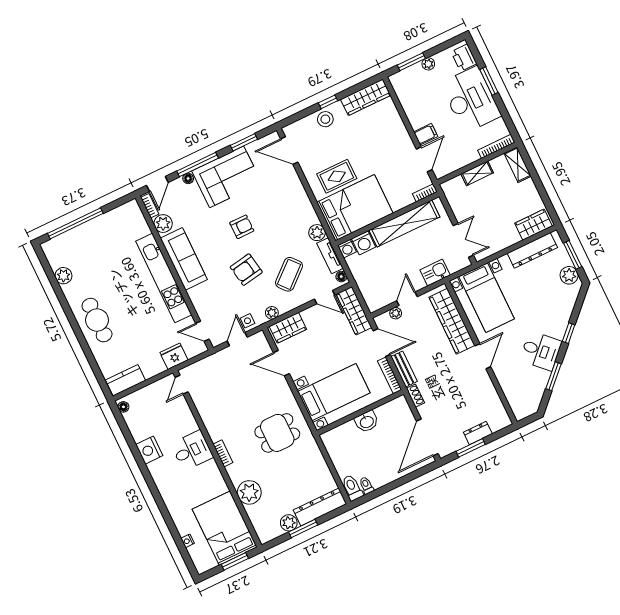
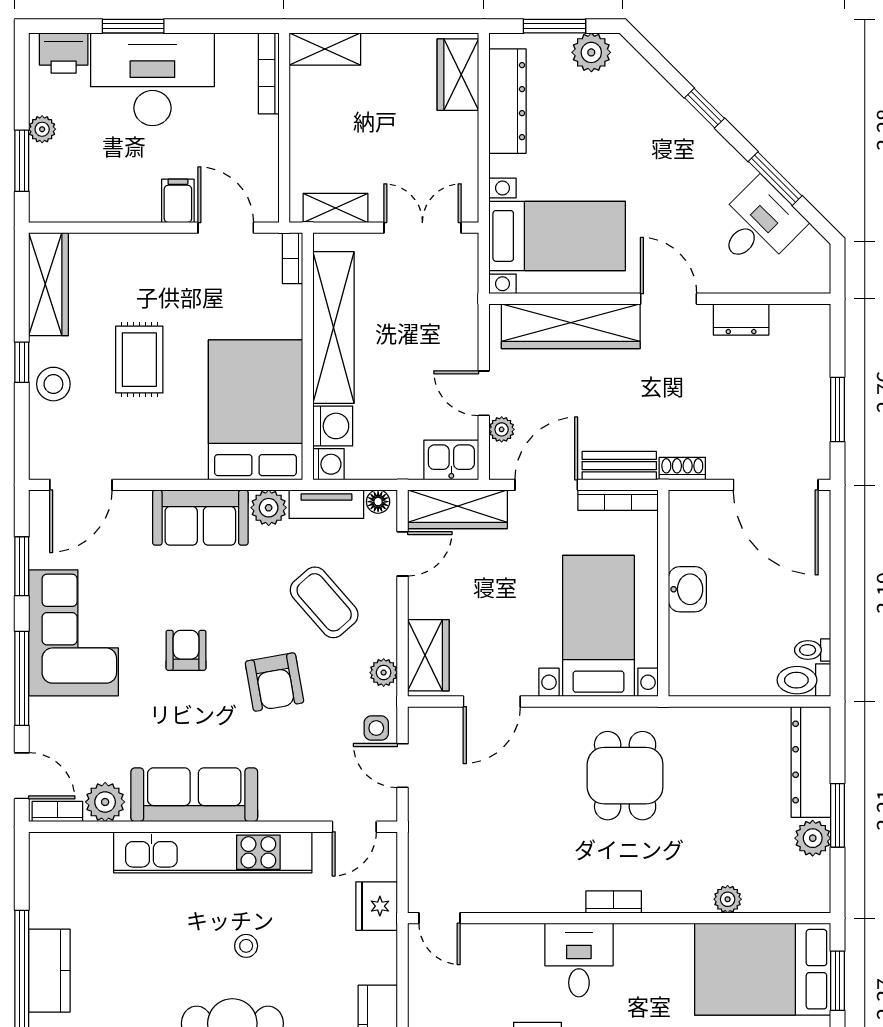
shelving: (477, 173) -> (336, 208), moved, turned 90
rug: (337, 176) -> (139, 360), moved
floor lamp: (188, 178) -> (40, 710), removed
sofa: (299, 206) -> (200, 518), added
kitchen counter: (82, 234) -> (49, 971), added
kitchen sink: (435, 273) -> (451, 460), moved, turned 90
stool: (132, 310) -> (246, 946), added
desk: (541, 351) -> (758, 225), moved
dresser: (478, 433) -> (741, 319), moved, turned -90
plant: (249, 492) -> (728, 899), width x0.53, depth x0.53

